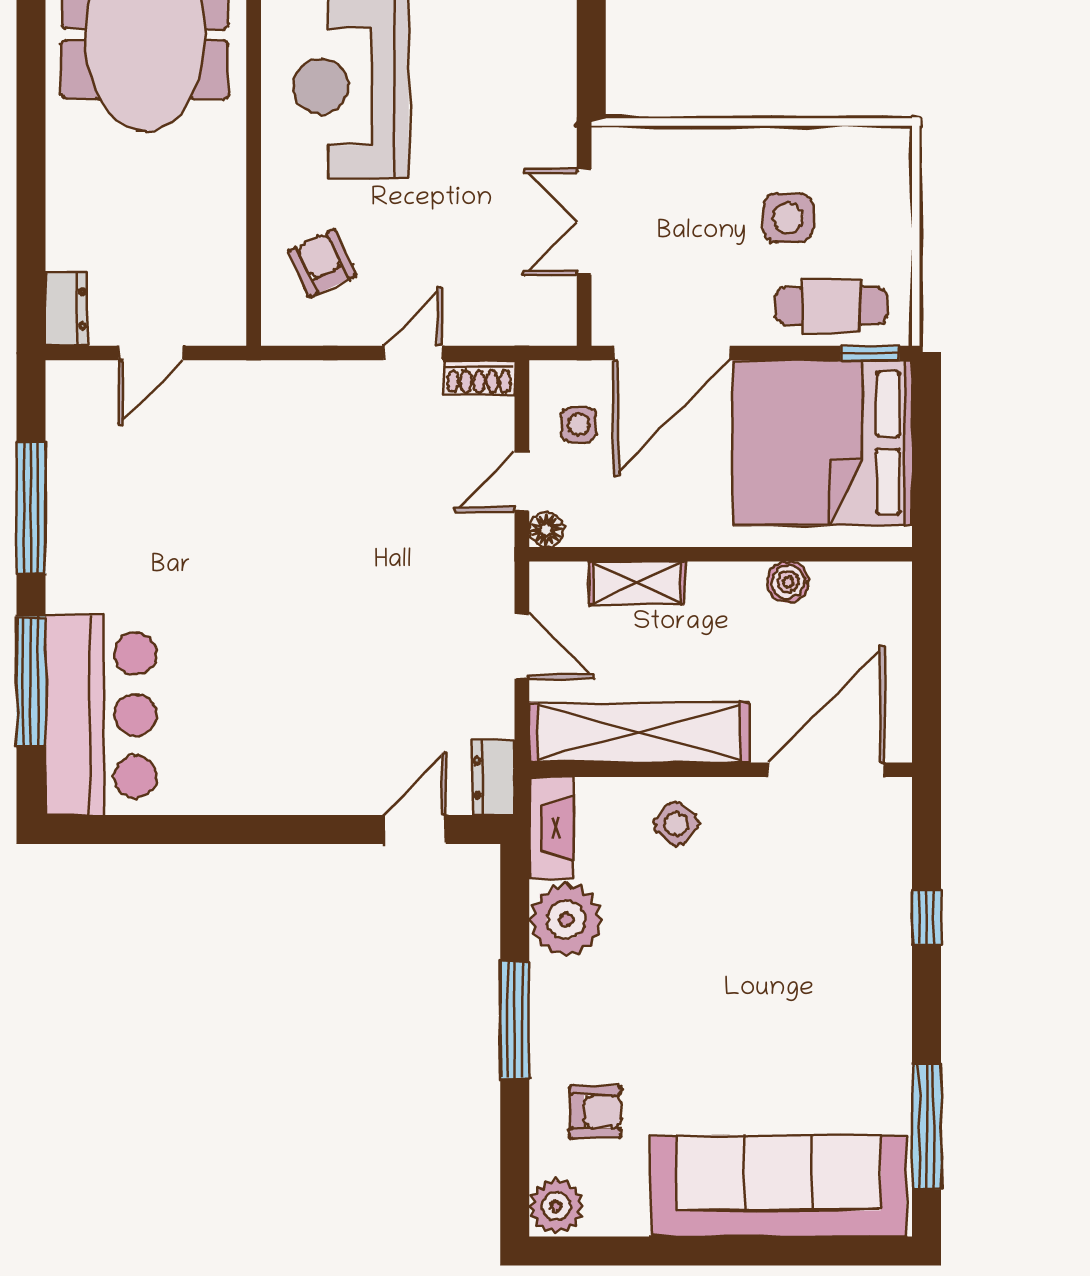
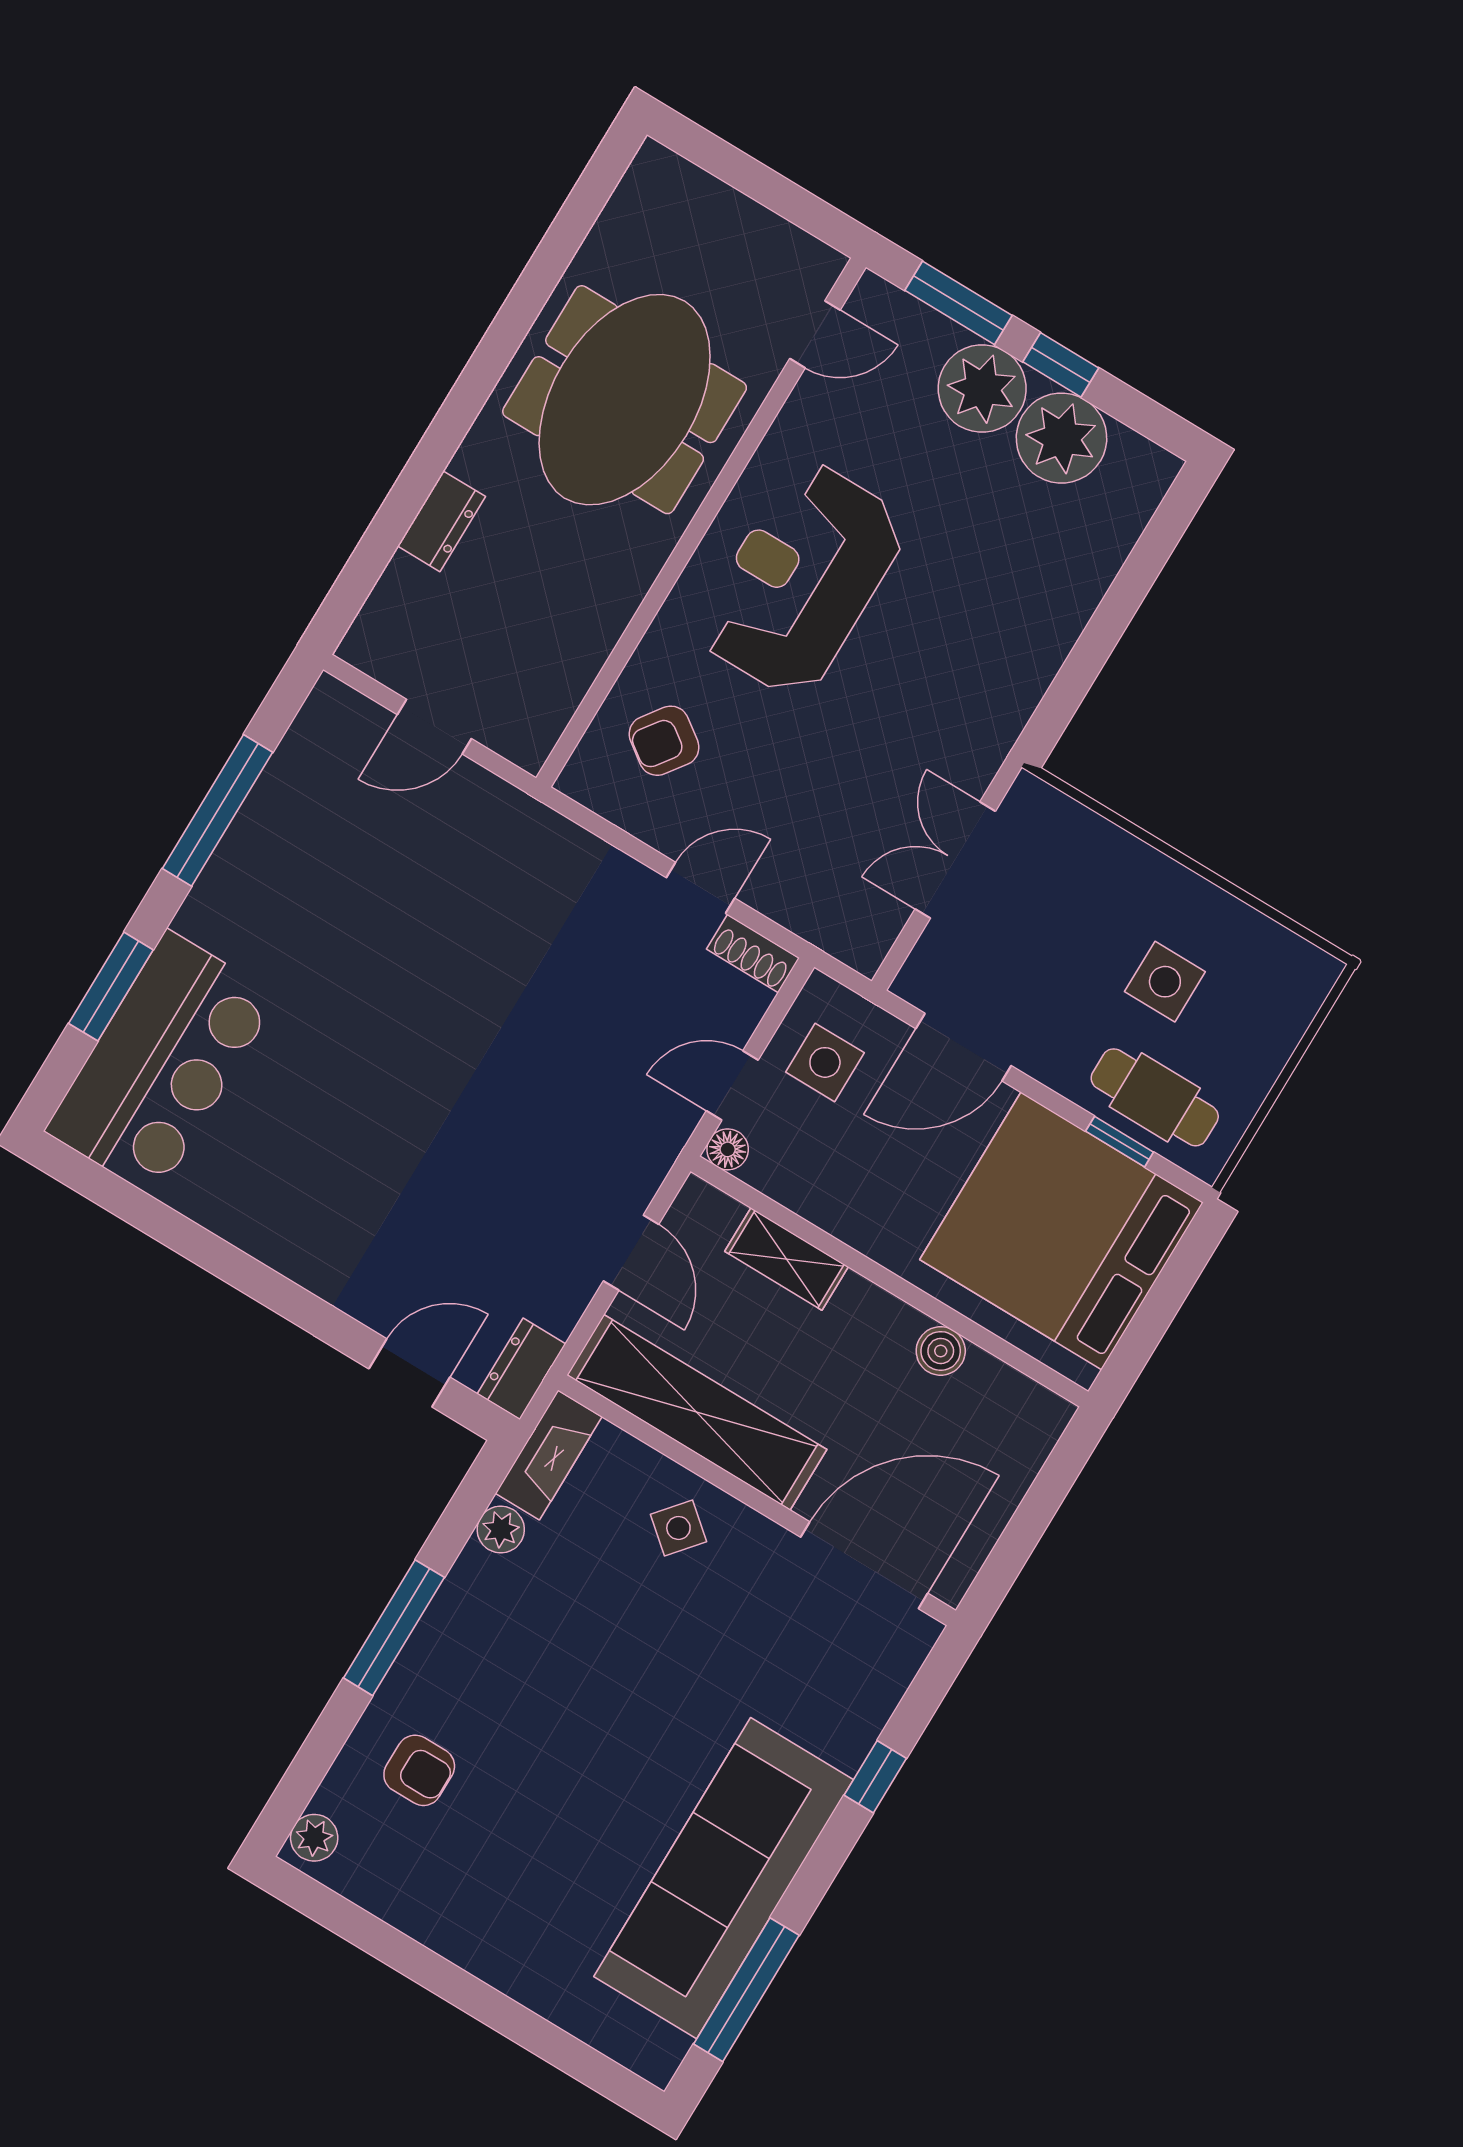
armchair: (322, 263) -> (664, 741), turned -119
dresser: (66, 309) -> (442, 521), moved
door: (672, 353) -> (963, 1047), width x0.73
window: (870, 353) -> (1120, 1142), moved
side table: (579, 425) -> (825, 1062), width x1.37, depth x1.37
window: (31, 681) -> (111, 987), width x0.69
plant: (566, 920) -> (501, 1530), width x0.53, depth x0.53
sofa: (779, 1186) -> (724, 1878), moved, turned -90
plant: (556, 1206) -> (314, 1838), width x0.73, depth x0.73

